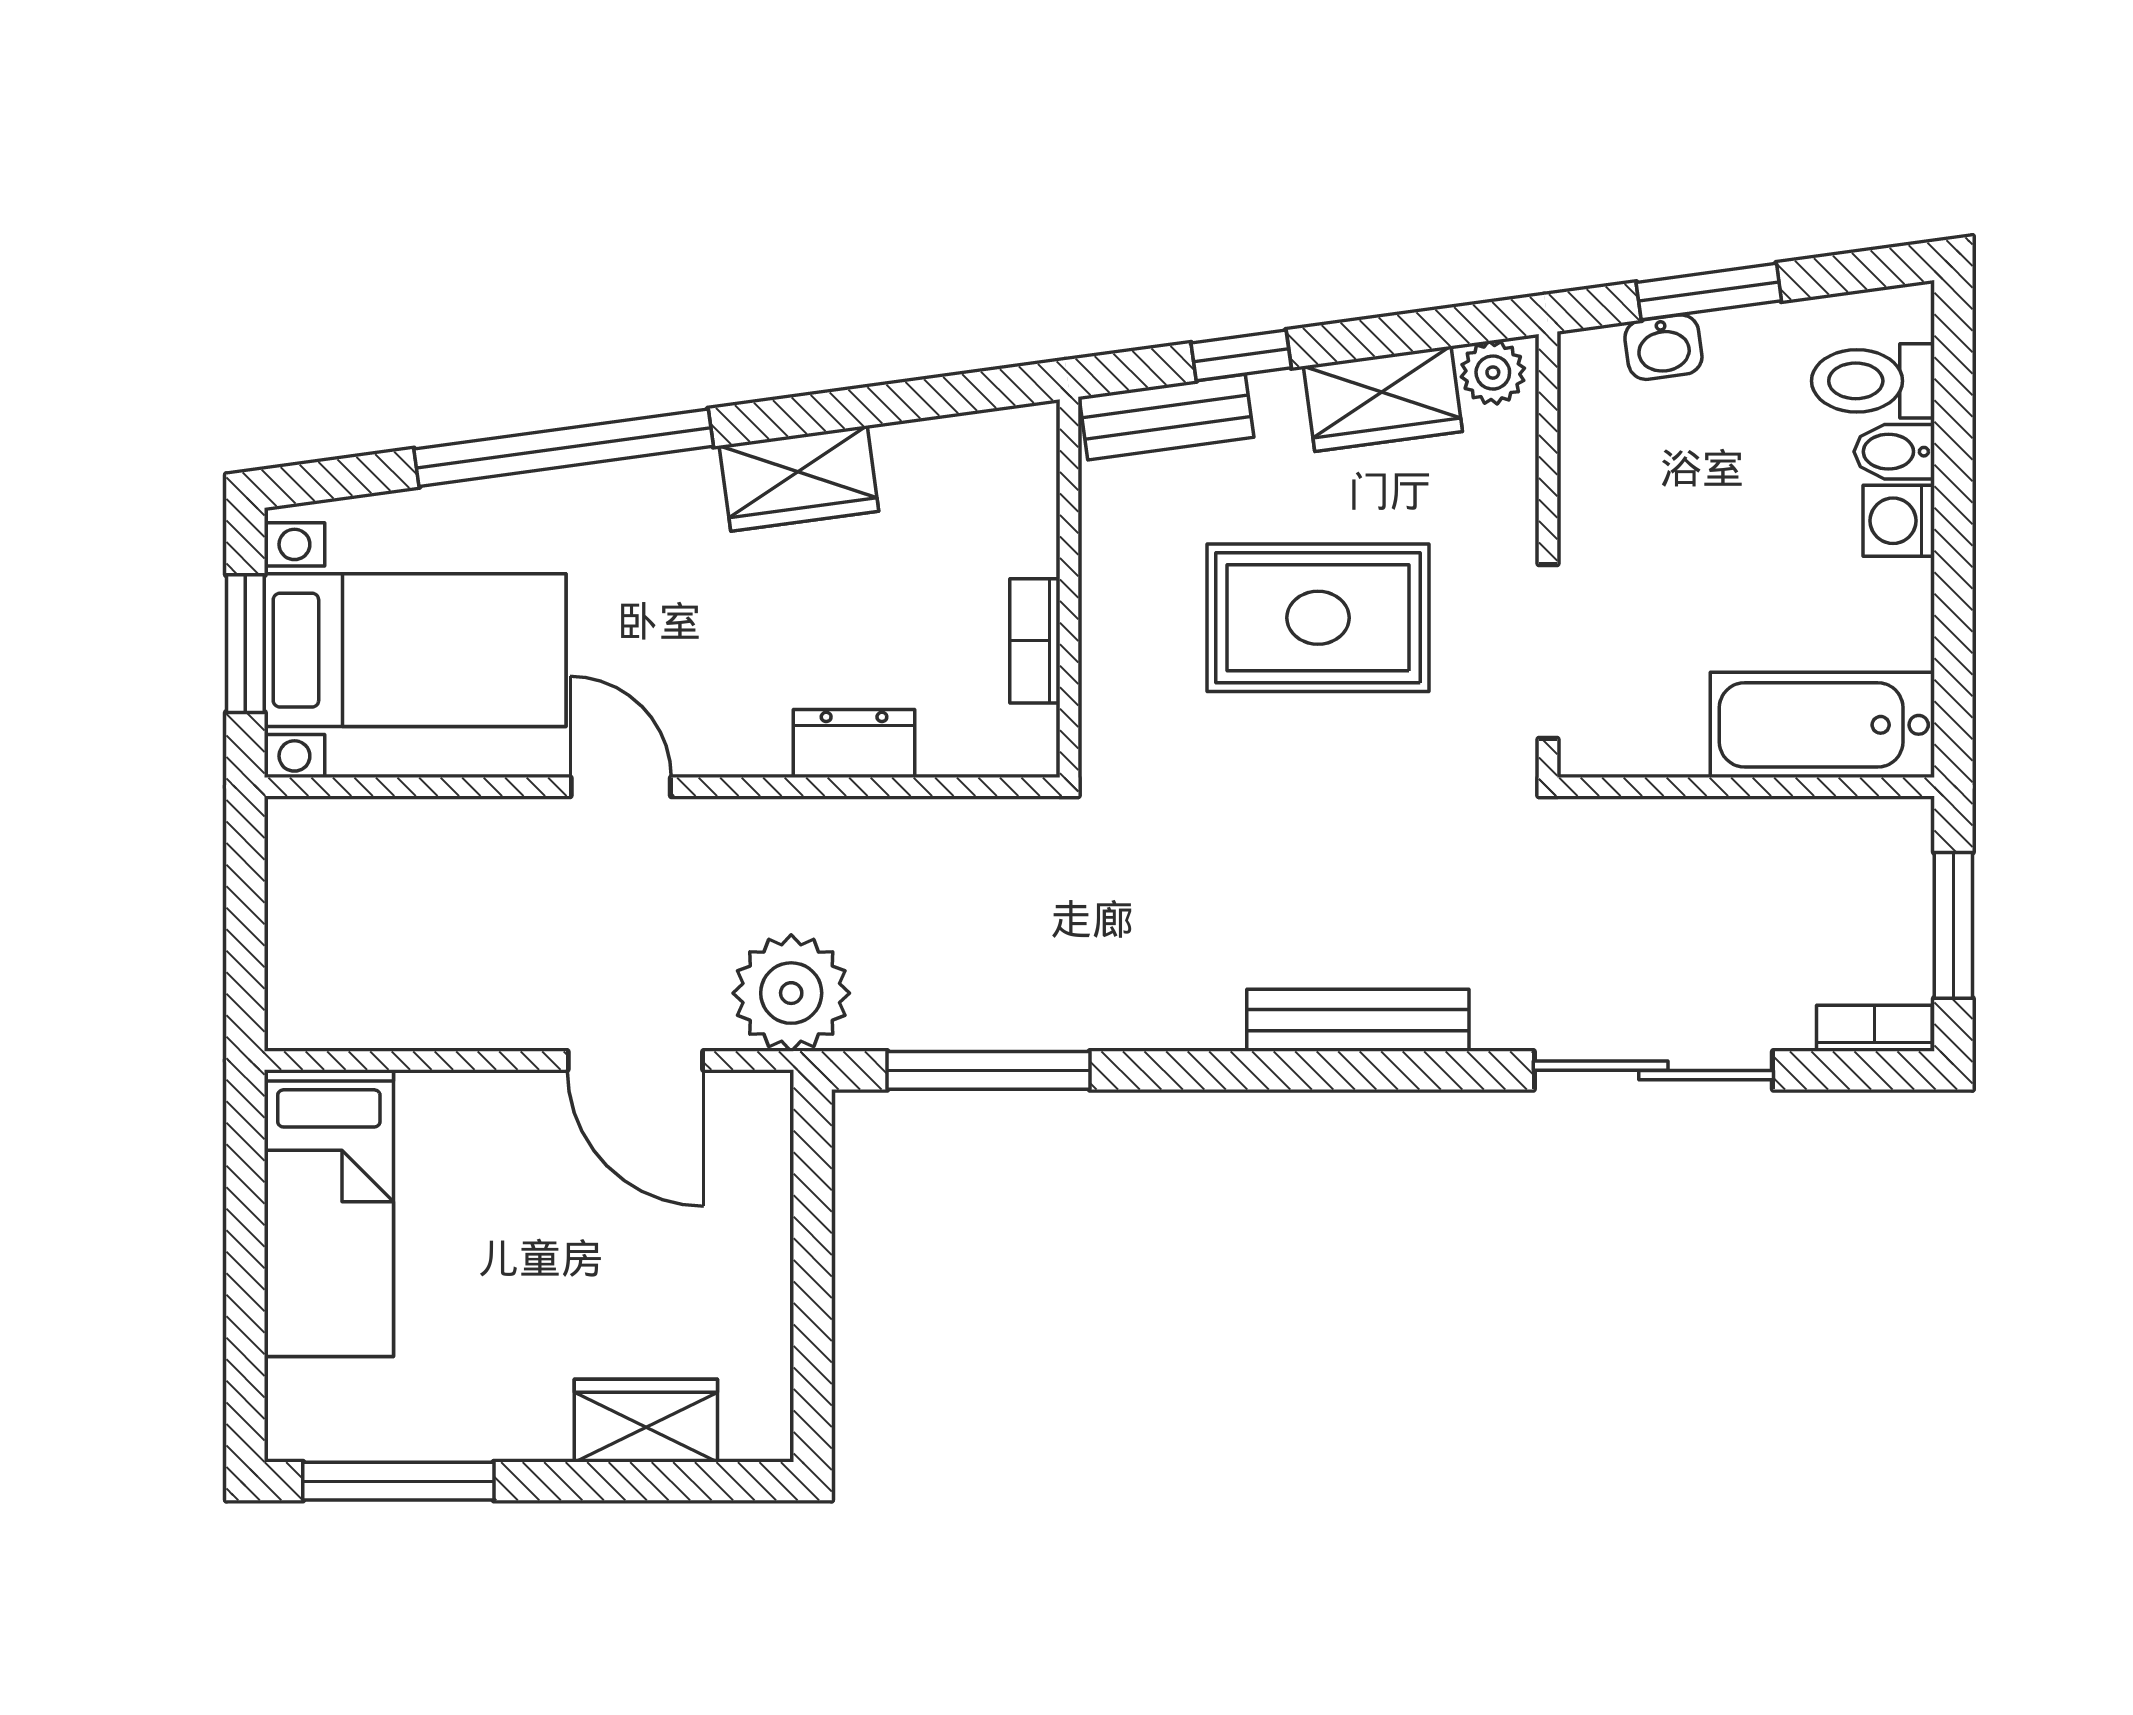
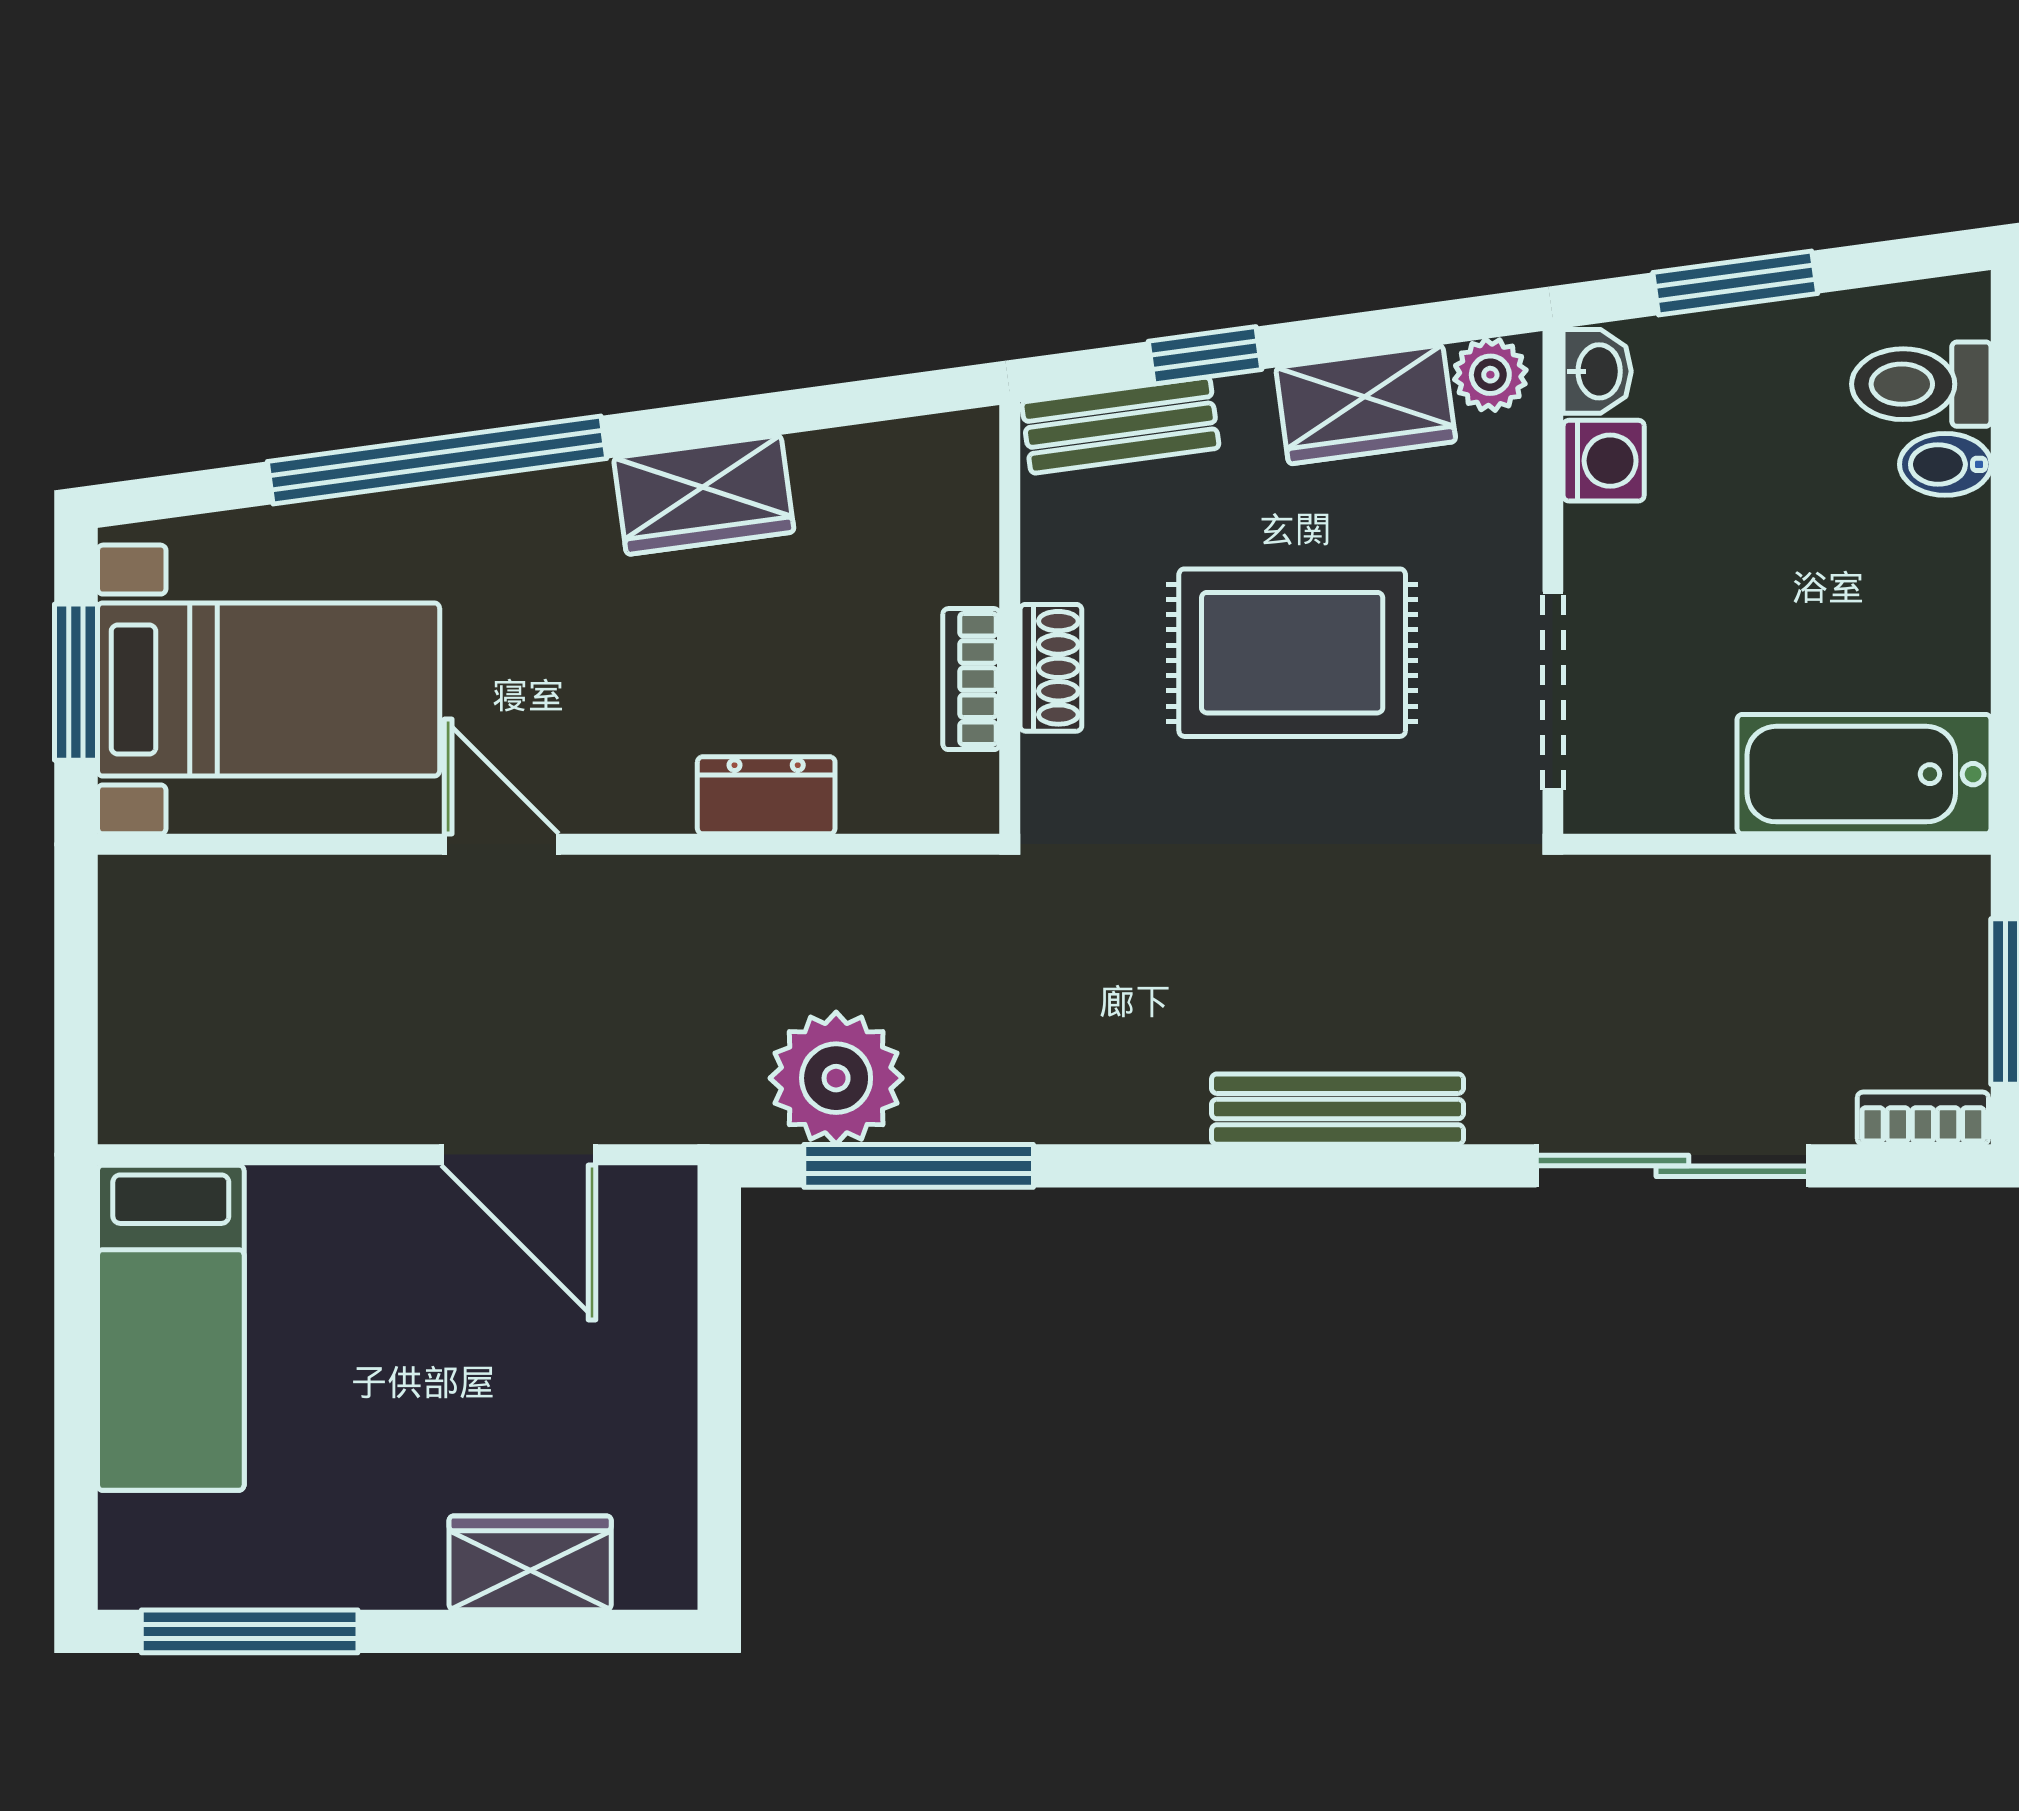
washbasin: (1663, 347) -> (1597, 371), moved, turned -82
washing machine: (1899, 521) -> (1604, 461), moved, turned 180
shoe rack: (1105, 631) -> (1051, 668), added
plant: (791, 993) -> (836, 1078), moved

